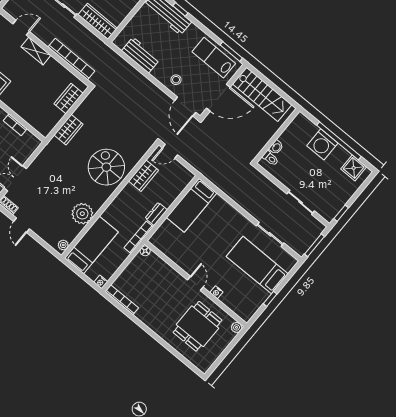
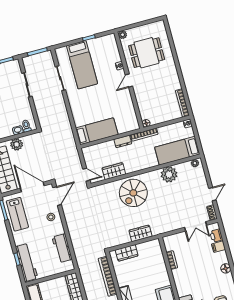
plant: (267, 131) -> (17, 144), added

